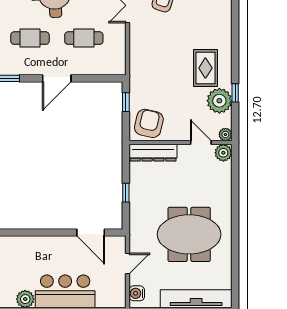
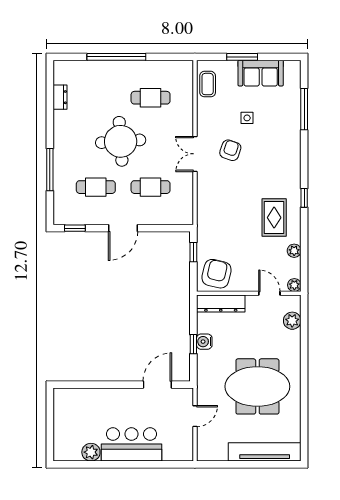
window: (235, 93) -> (304, 198), moved
plant: (219, 101) -> (294, 251), width x0.53, depth x0.53
plant: (223, 153) -> (292, 321), moved
door: (91, 232) -> (157, 385), swing flipped
water cooler: (137, 293) -> (204, 342), moved

